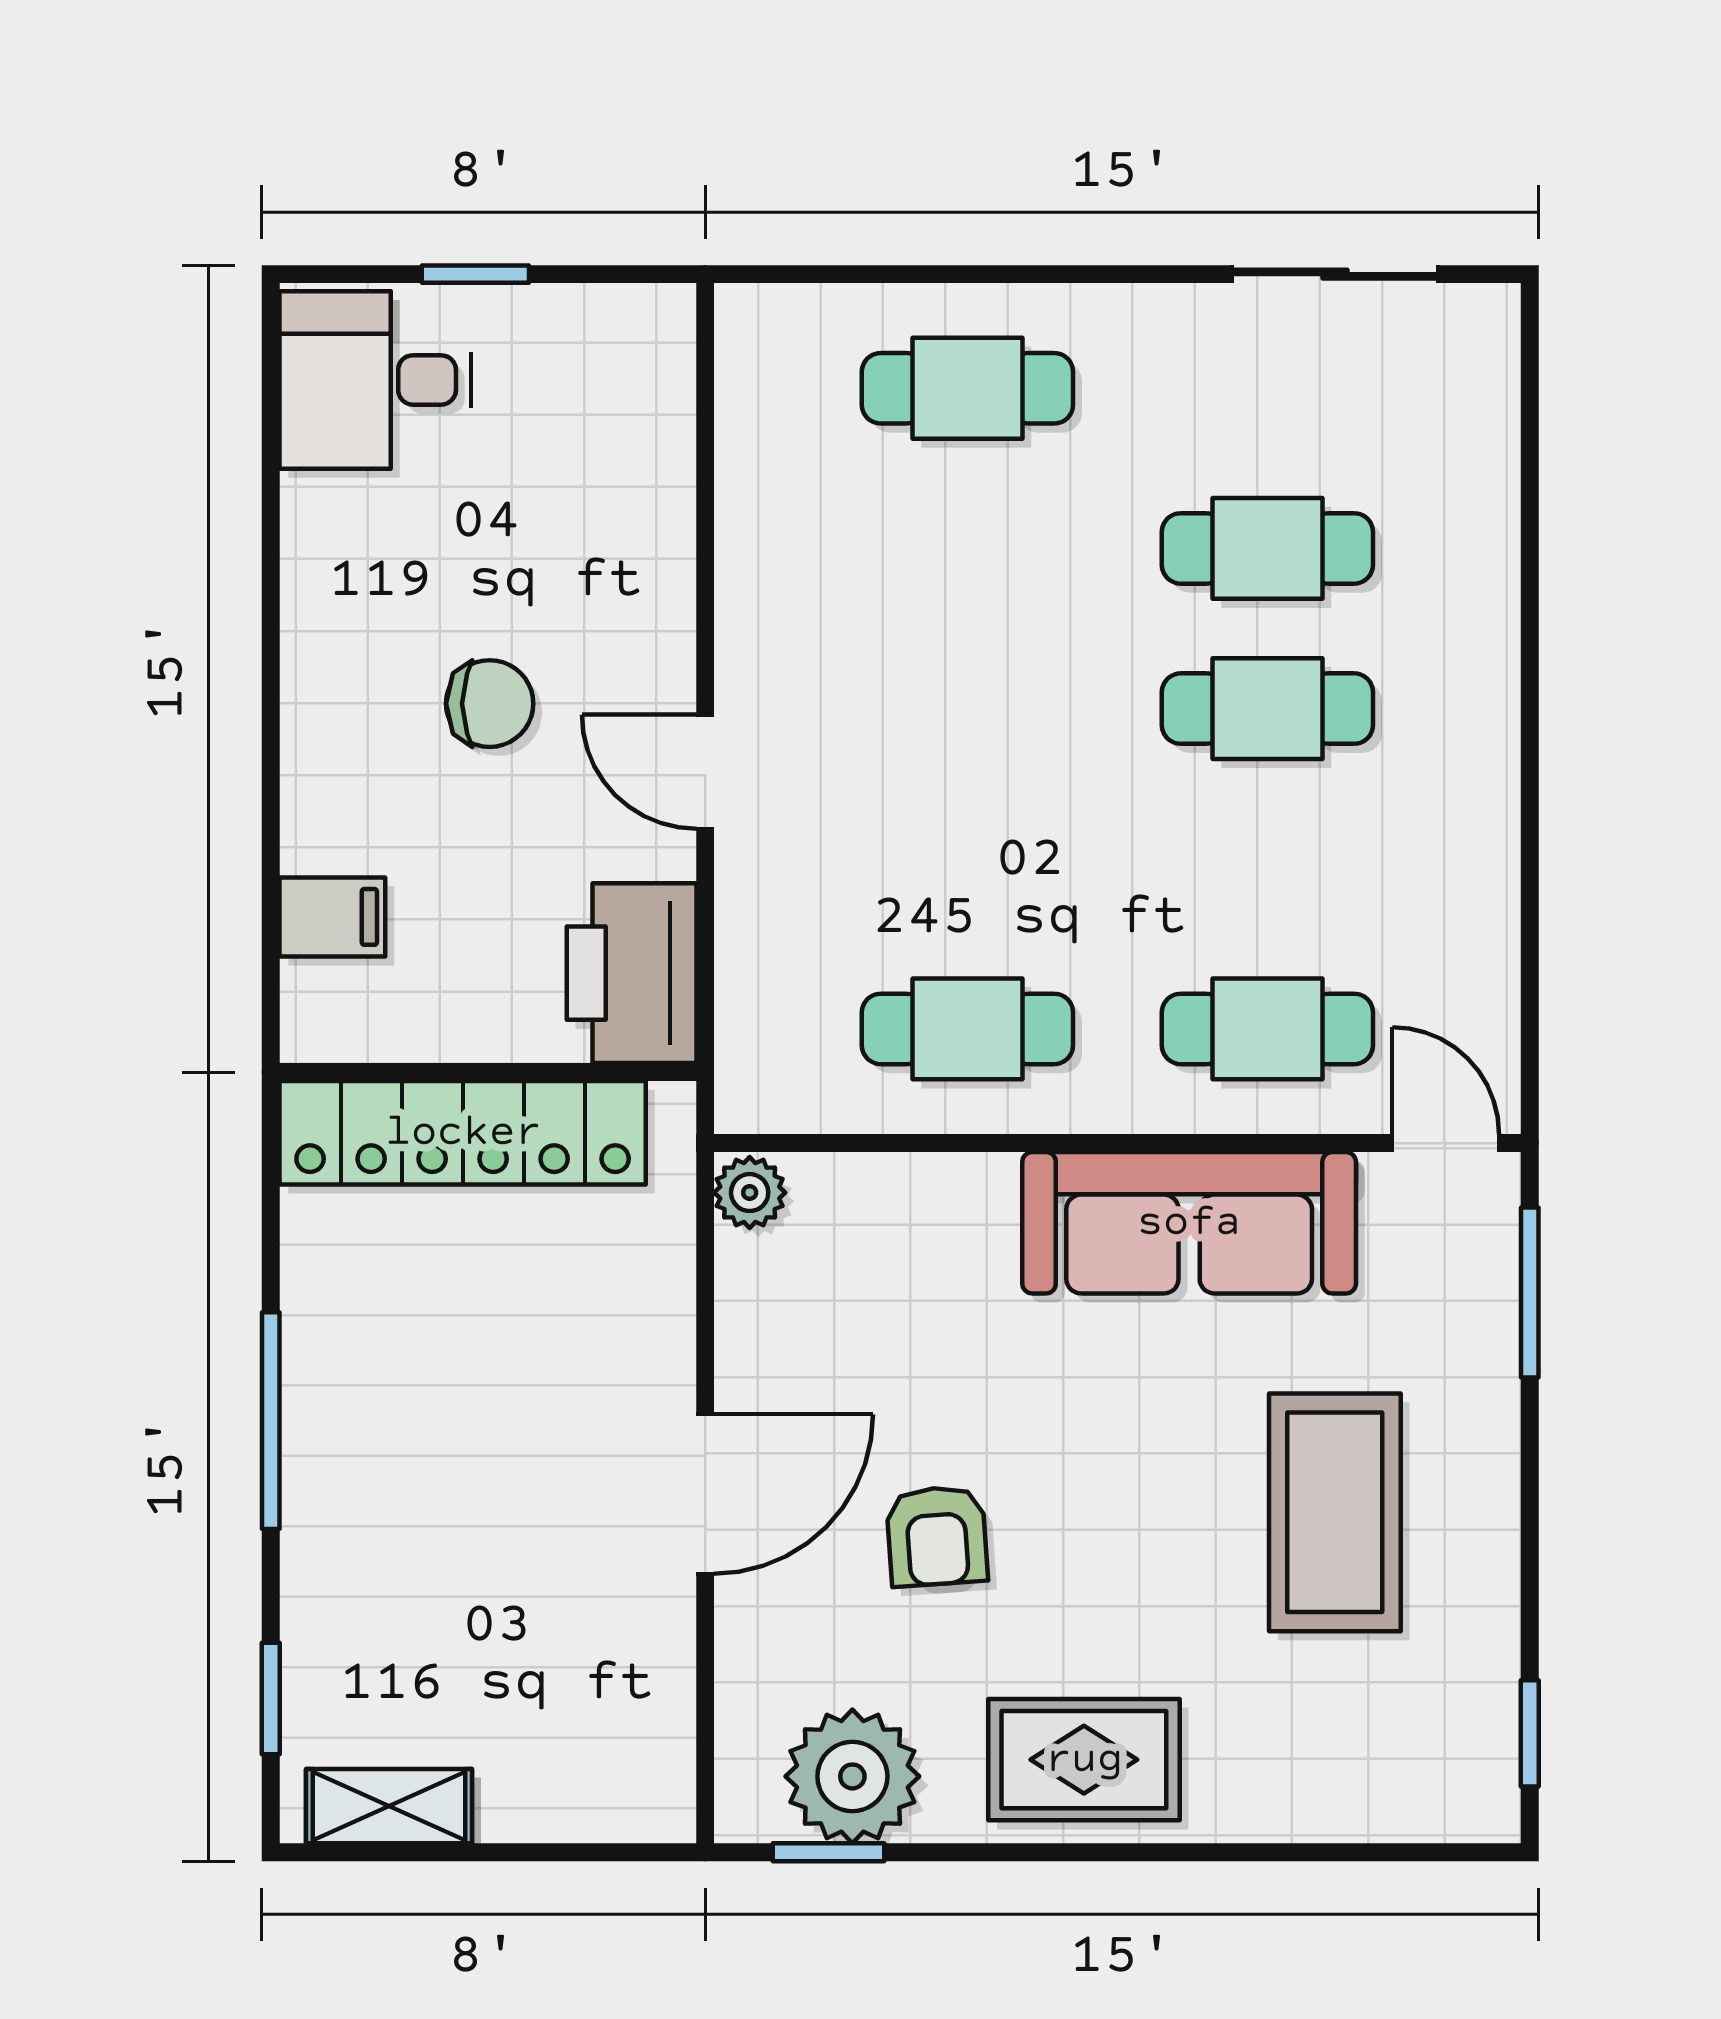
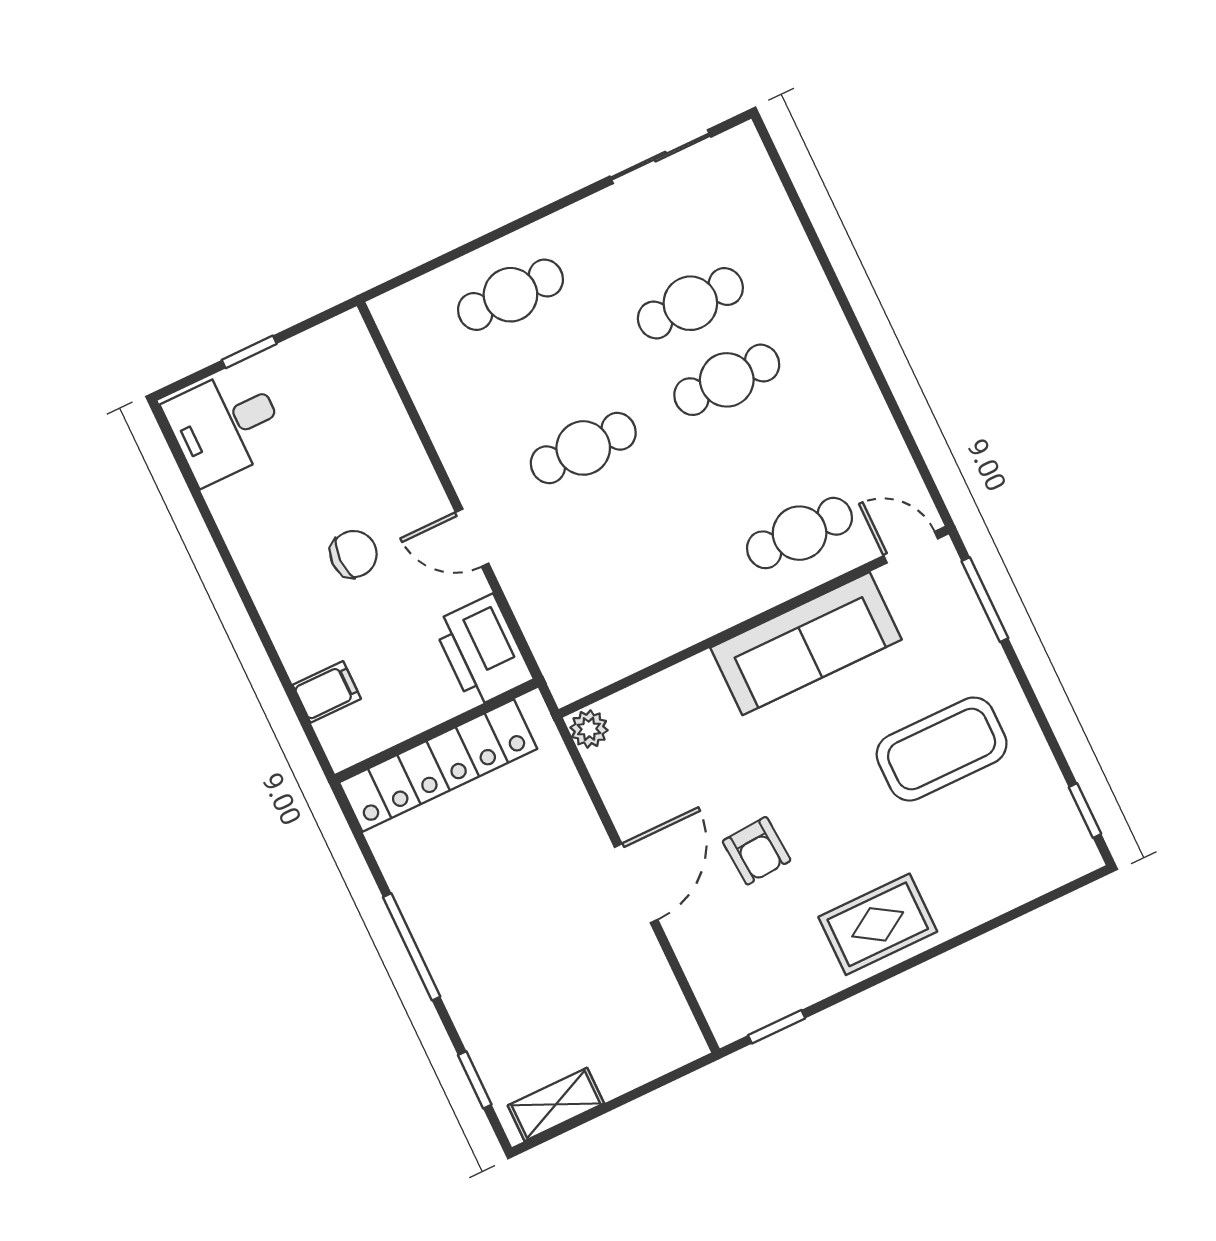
cafe table: (967, 1029) -> (583, 448), moved
coffee table: (1335, 1512) -> (942, 749), turned 90
plant: (852, 1776) -> (771, 985), removed

